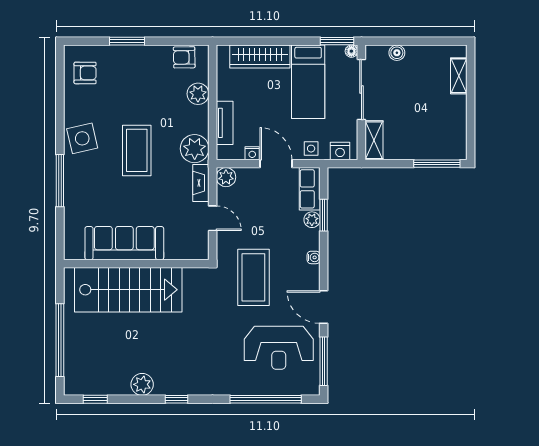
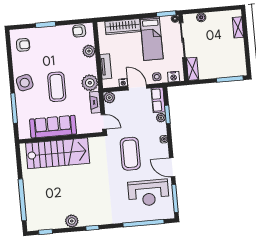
sofa: (124, 243) -> (53, 127), moved
wall: (136, 264) -> (61, 138), moved
stairs: (128, 290) -> (58, 153), moved

